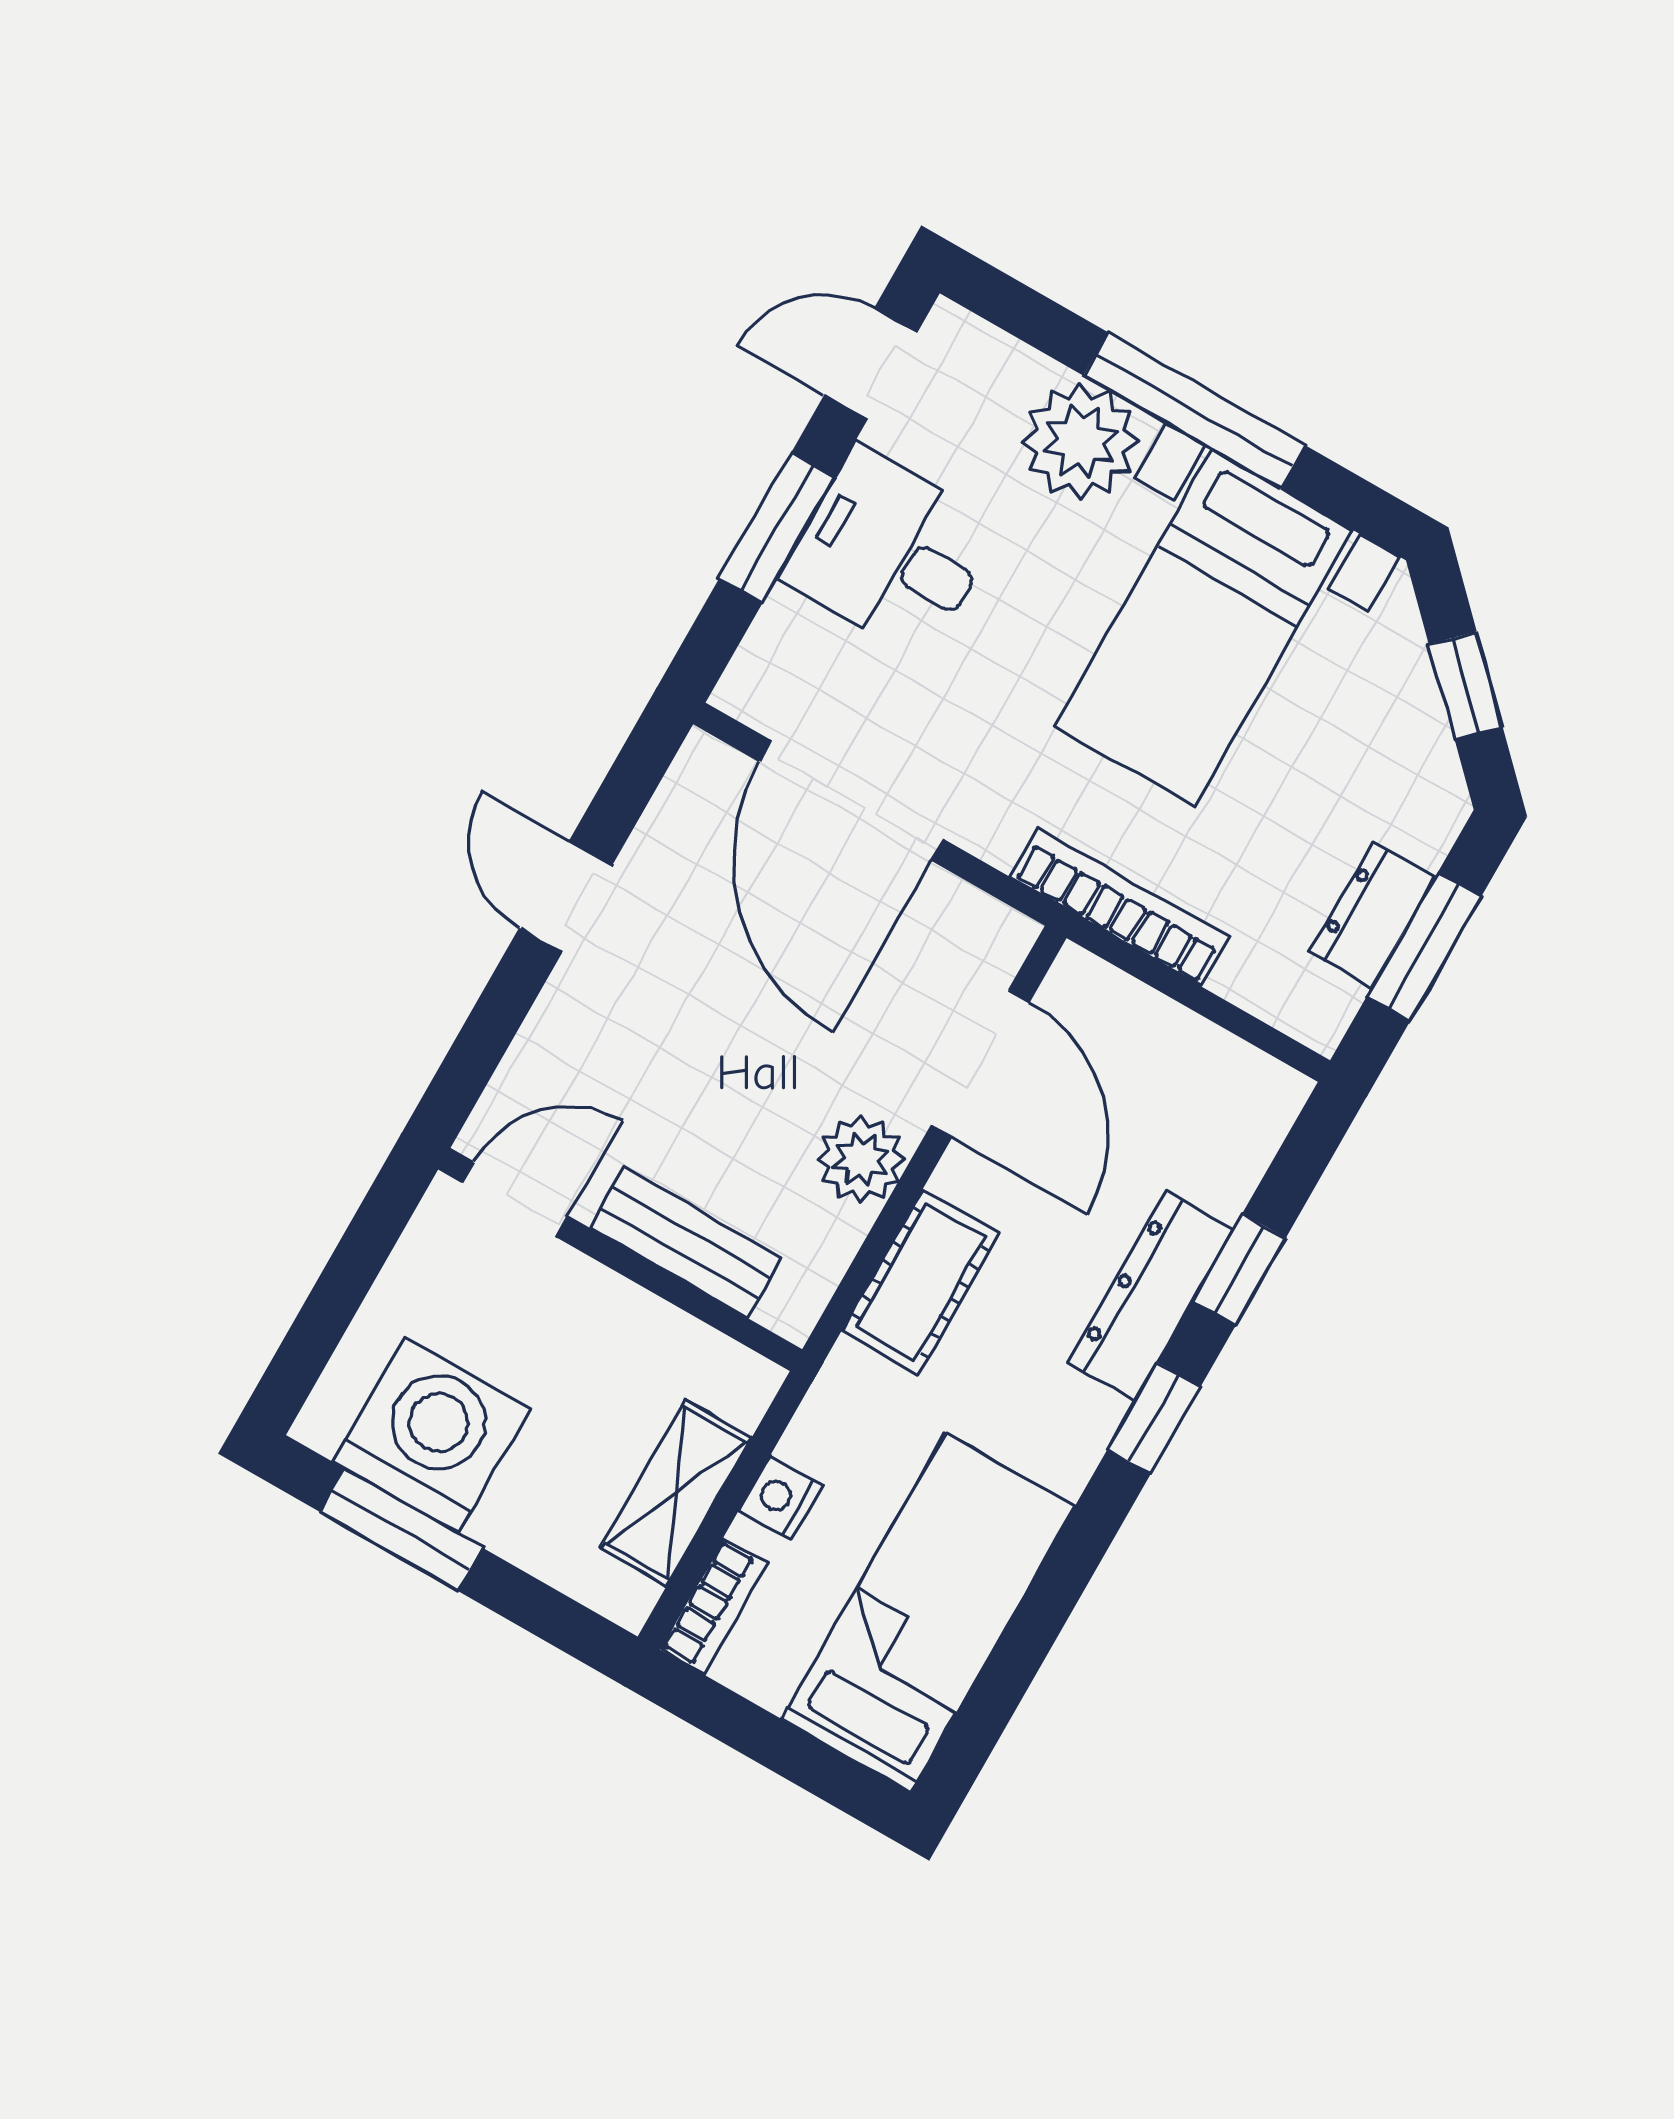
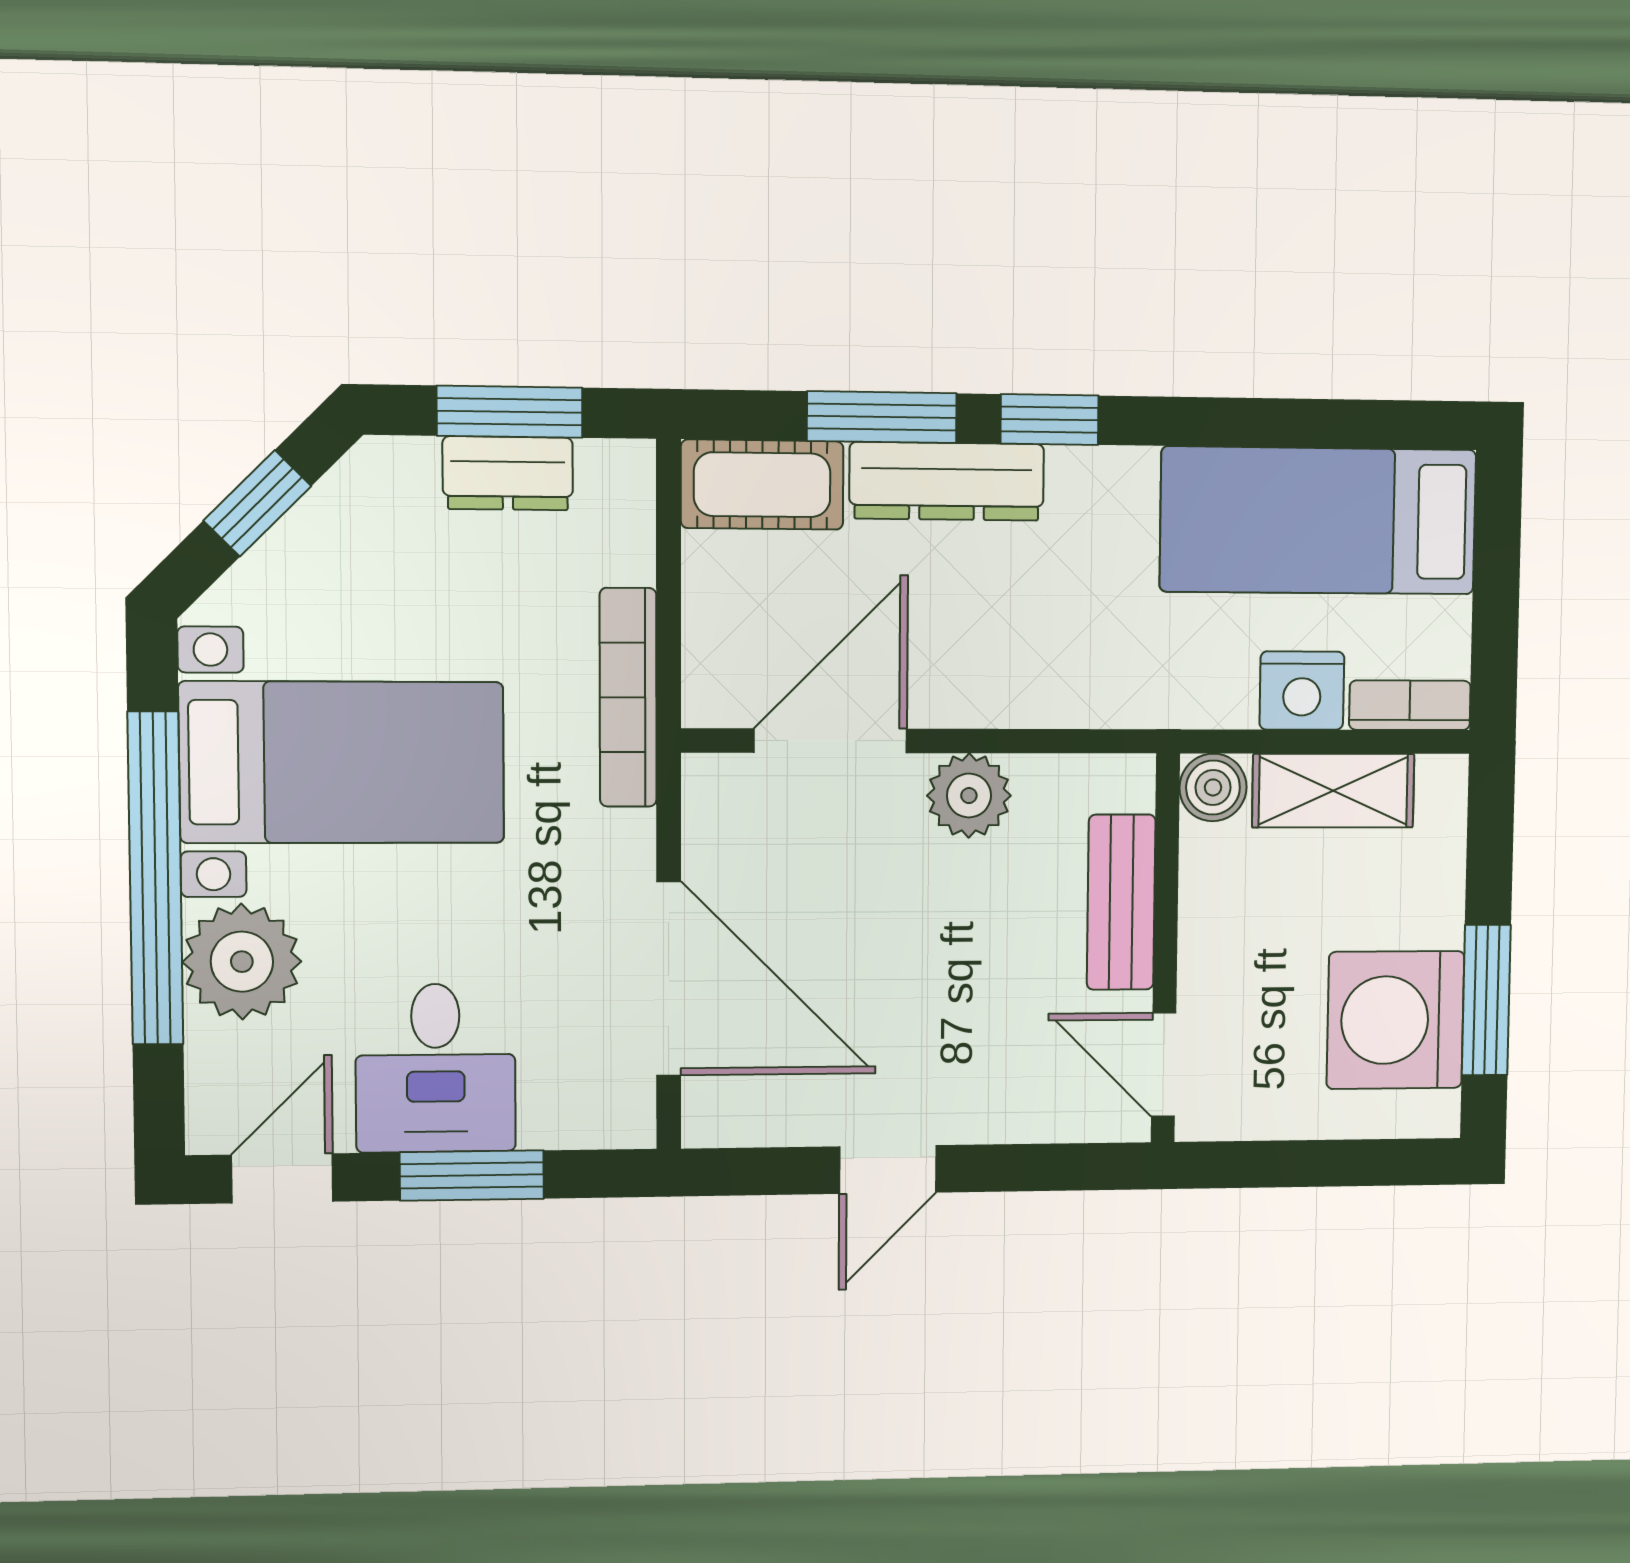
door: (871, 364) -> (282, 1178), swing flipped
window: (1194, 410) -> (155, 879), width x1.46
door: (851, 801) -> (669, 979), hinge flipped
window: (1239, 1270) -> (882, 417), width x1.50
cot: (921, 1282) -> (762, 485), moved
boiler: (742, 1384) -> (1213, 787), added
nightstand: (780, 1498) -> (1302, 691), width x1.39, depth x1.35

